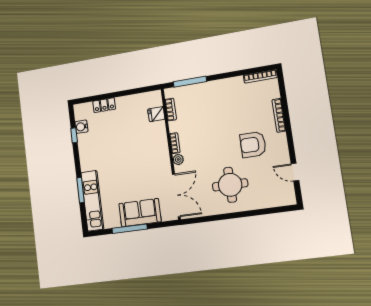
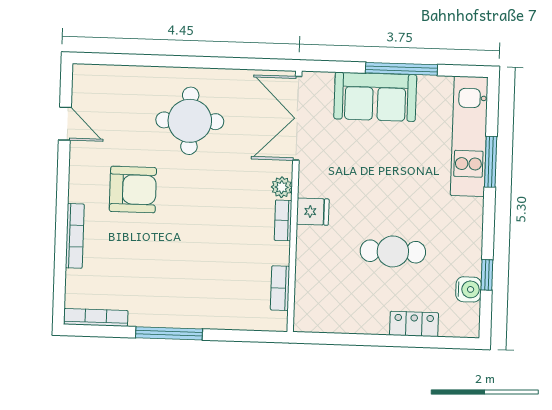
window: (190, 82) -> (169, 333), moved
fridge: (156, 114) -> (313, 212), moved
cafe table: (119, 138) -> (393, 251), added

